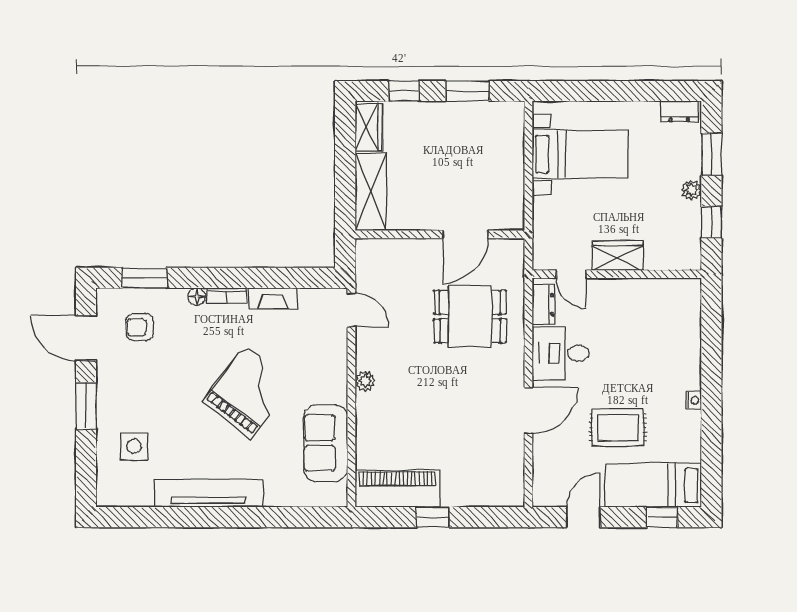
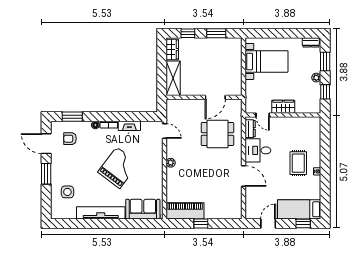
door: (528, 411) -> (243, 176), hinge flipped
rug: (618, 428) -> (298, 163), moved, turned 90
sofa: (326, 443) -> (143, 209), moved, turned 90

